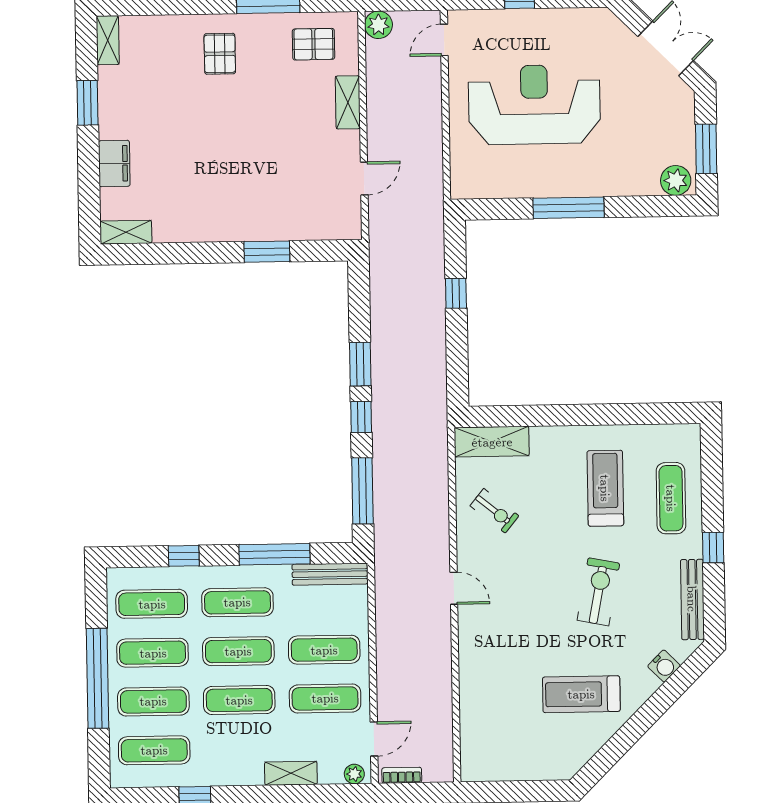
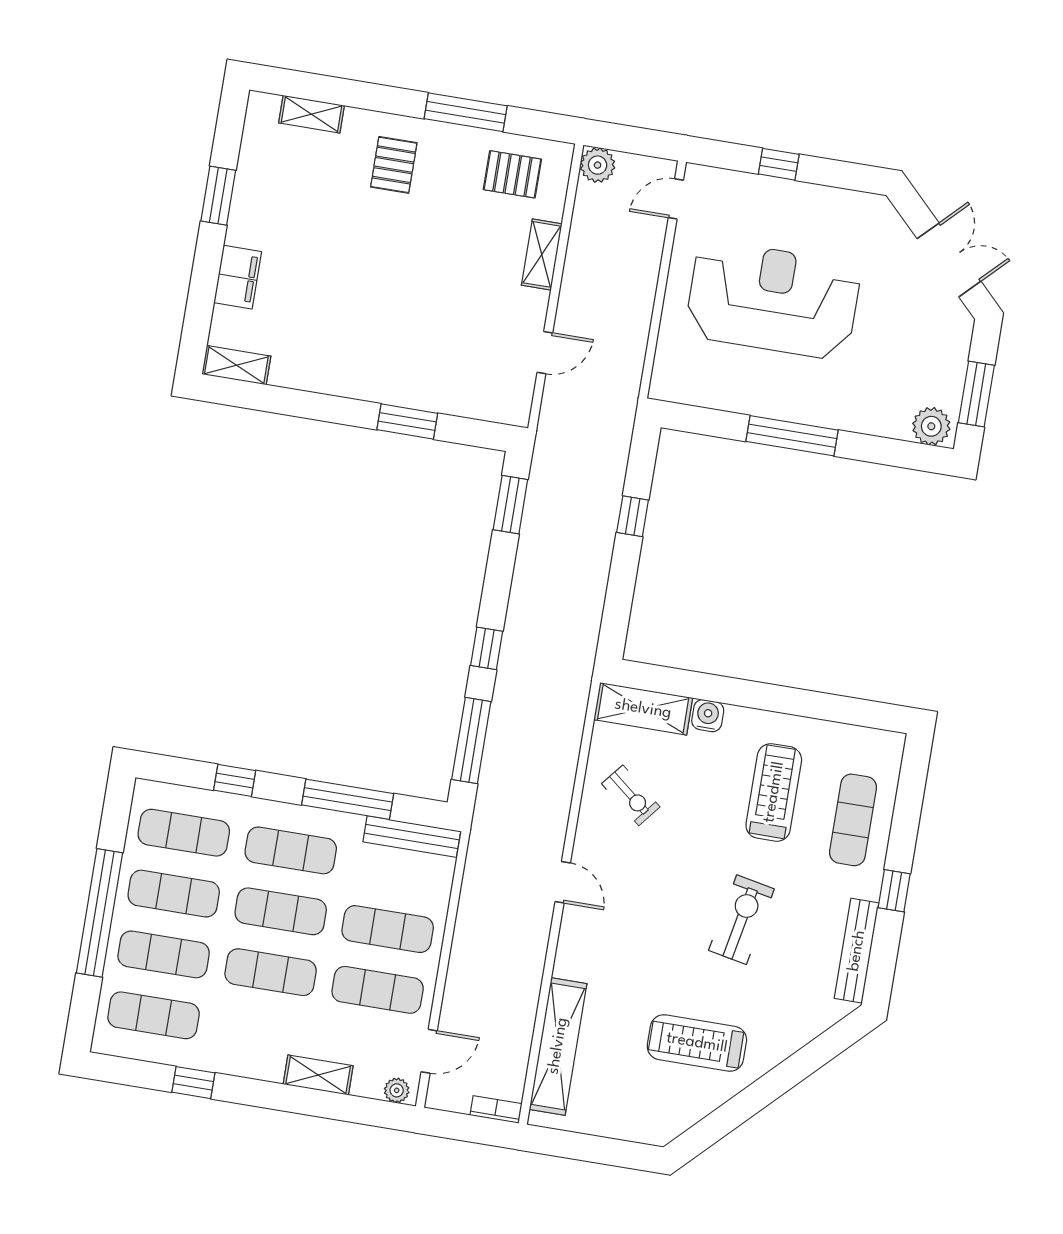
shelving: (108, 40) -> (312, 114), moved, turned 90
window: (360, 364) -> (510, 505), moved
water cooler: (664, 666) -> (708, 716), moved, turned -135
shelving: (474, 717) -> (558, 1046), added
bookcase: (402, 775) -> (496, 1109), moved

